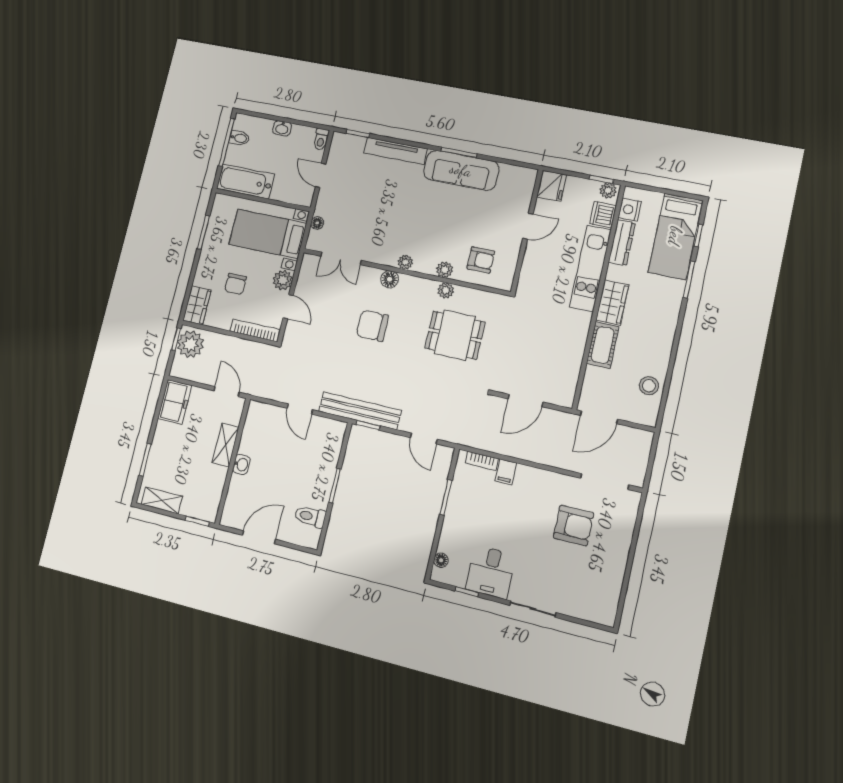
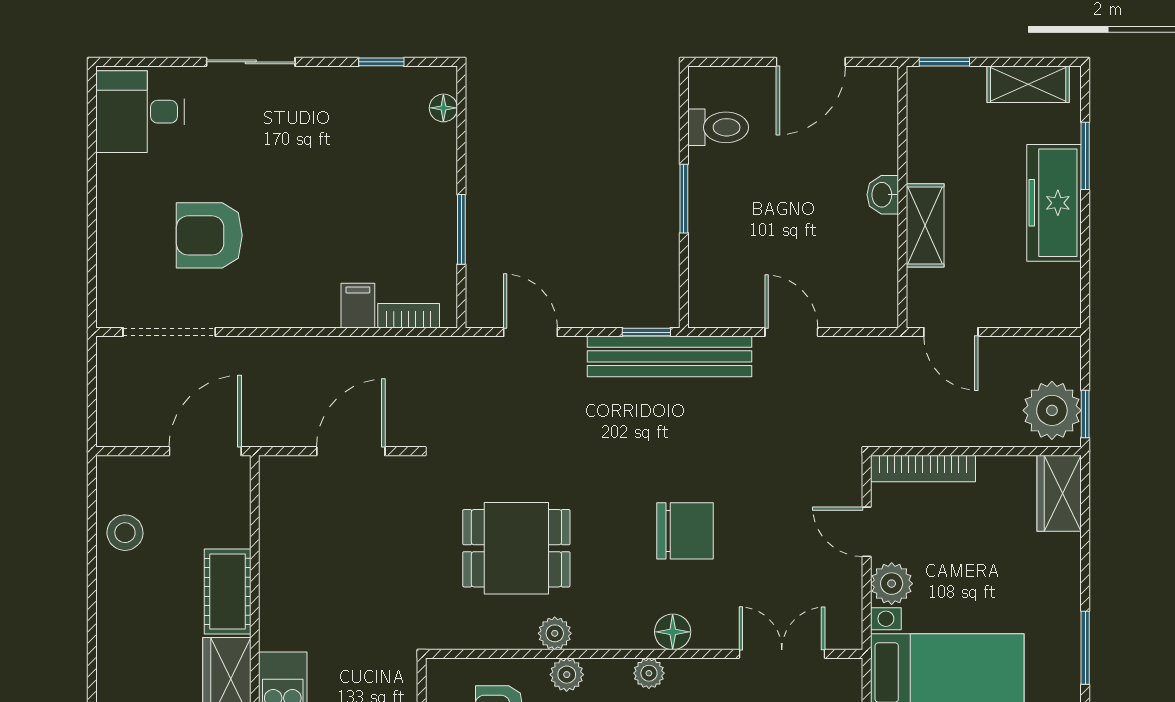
chair: (235, 284) -> (989, 555), removed
freezer: (175, 402) -> (1054, 203), moved, width x1.40
desk: (491, 572) -> (140, 112), moved, turned -90

